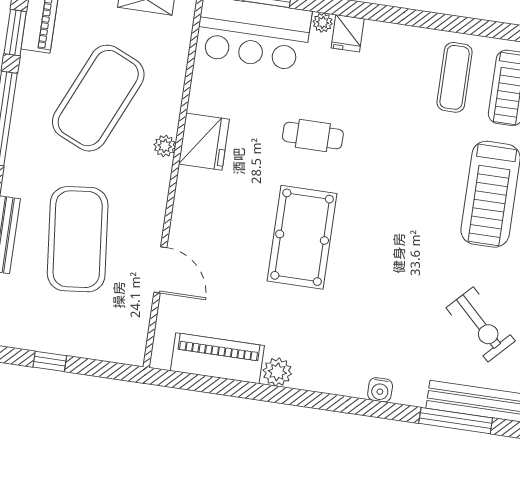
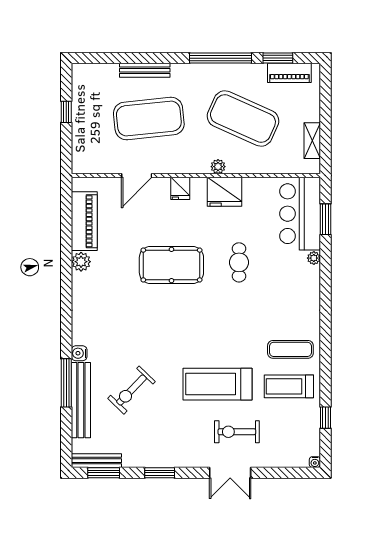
fridge: (348, 33) -> (180, 188), moved, turned -90
water cooler: (380, 390) -> (79, 353), moved

